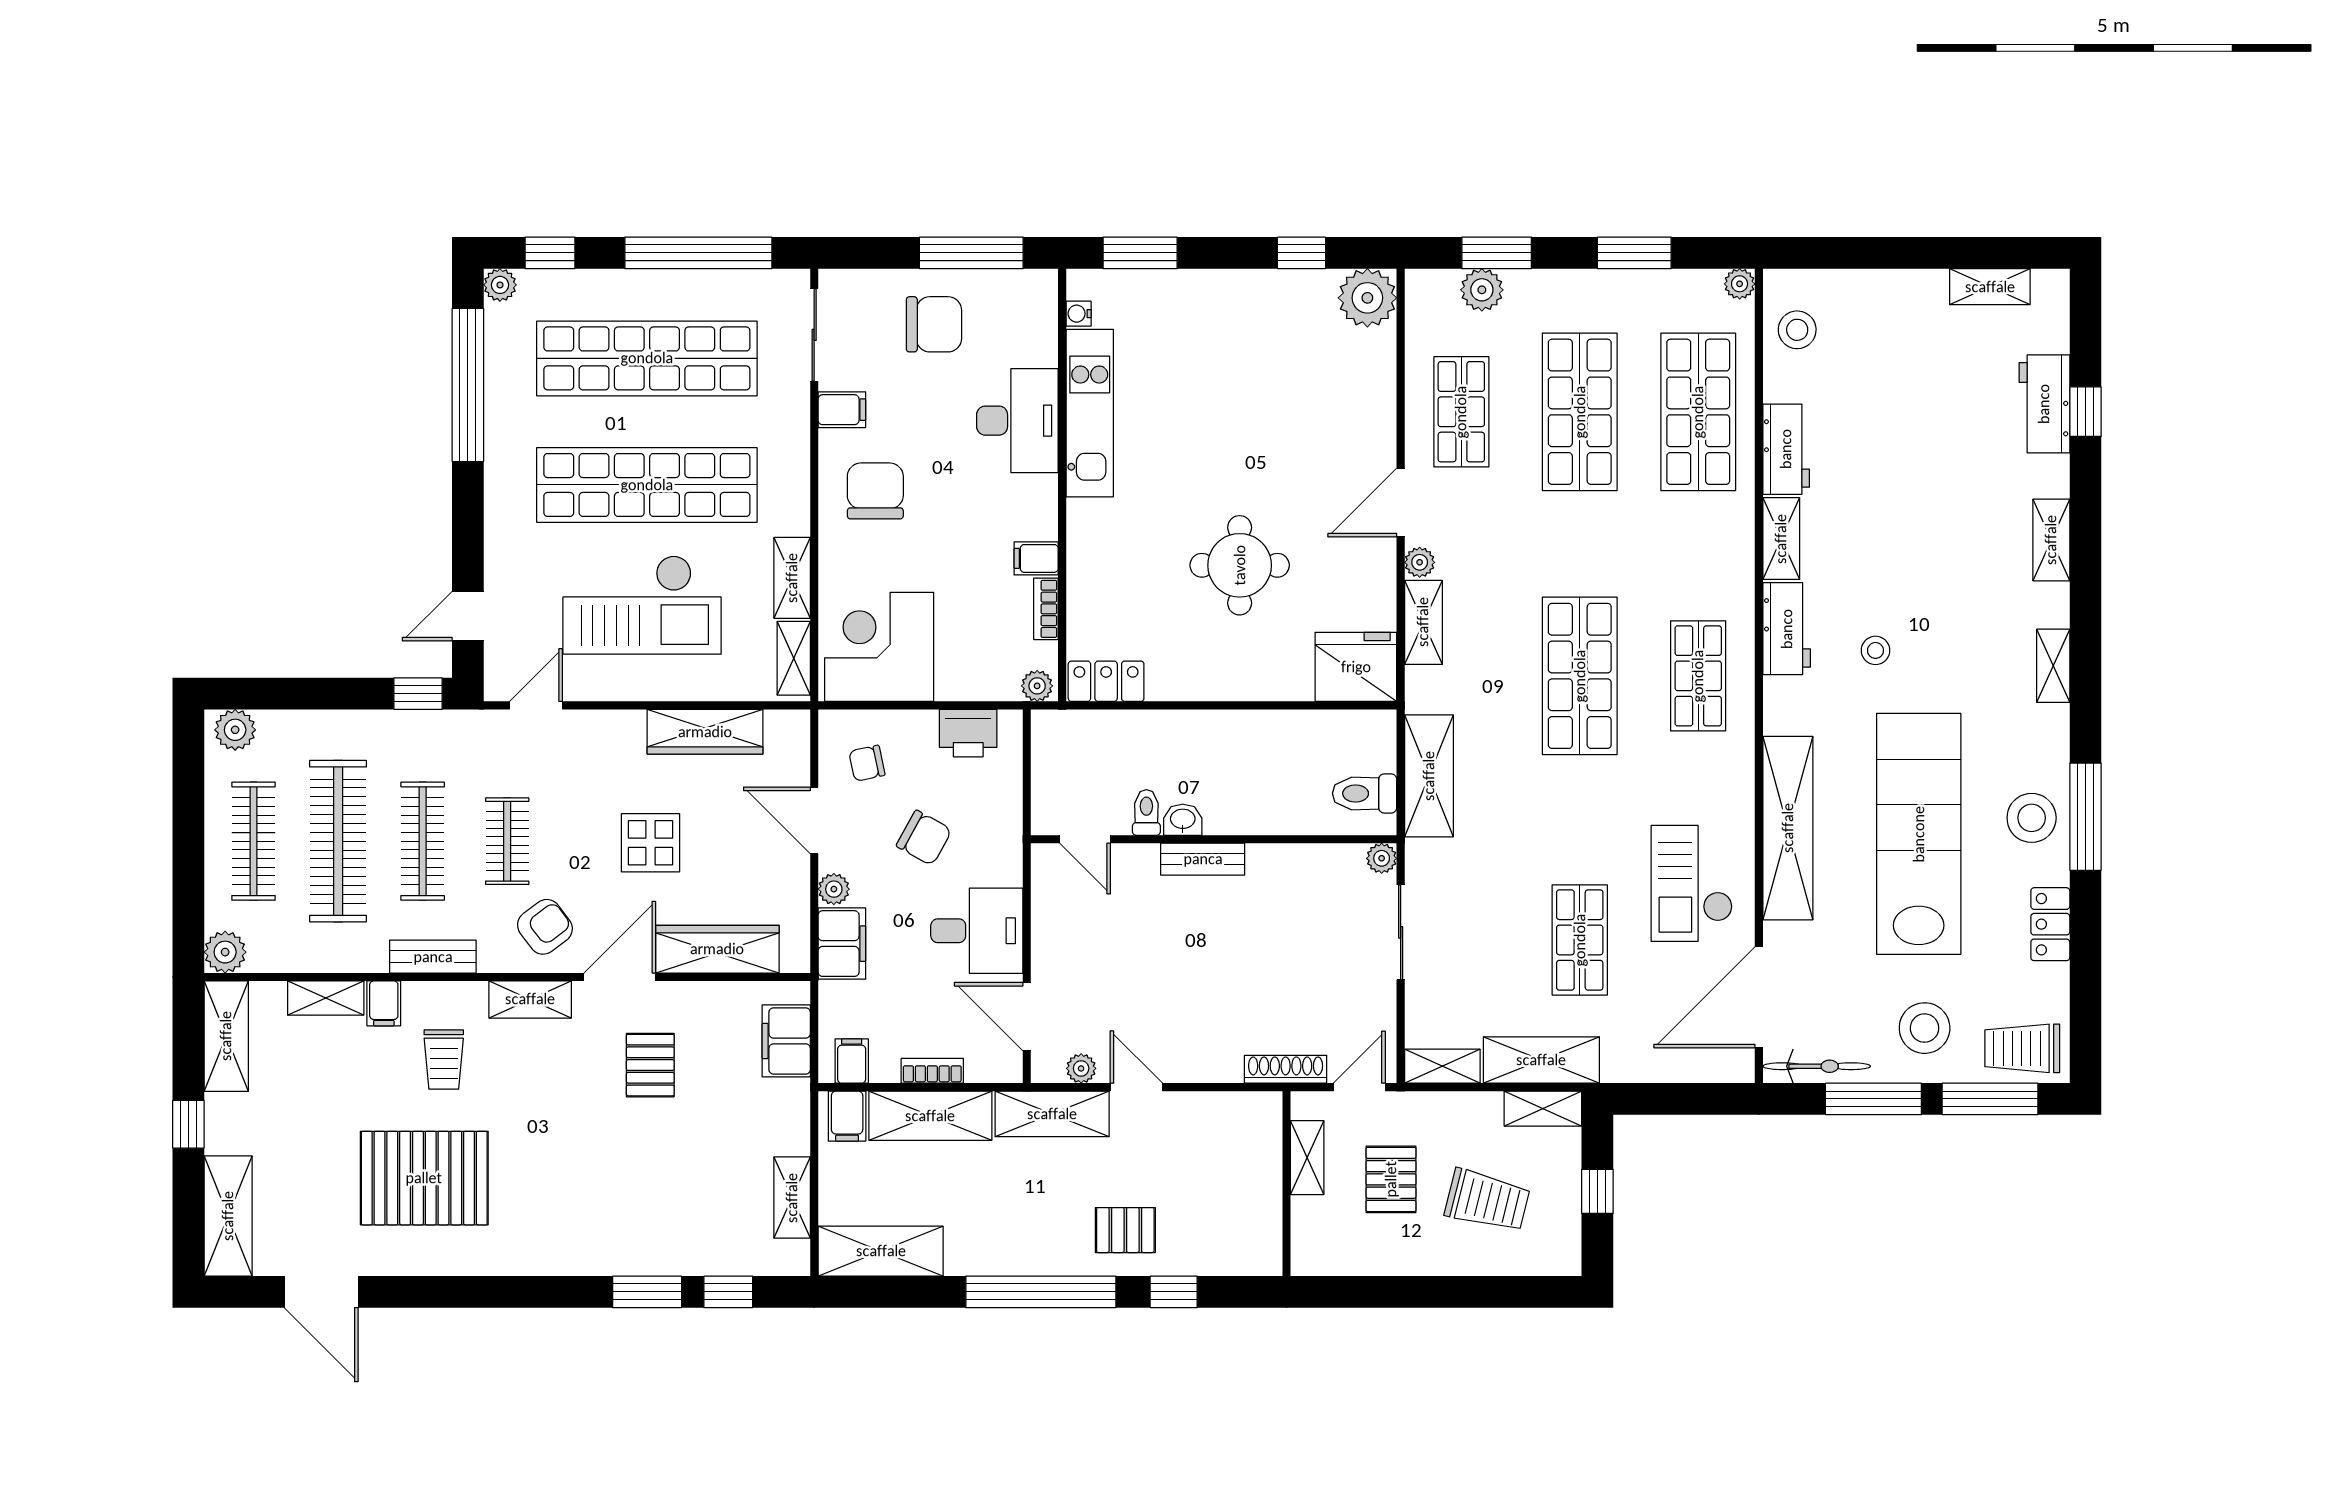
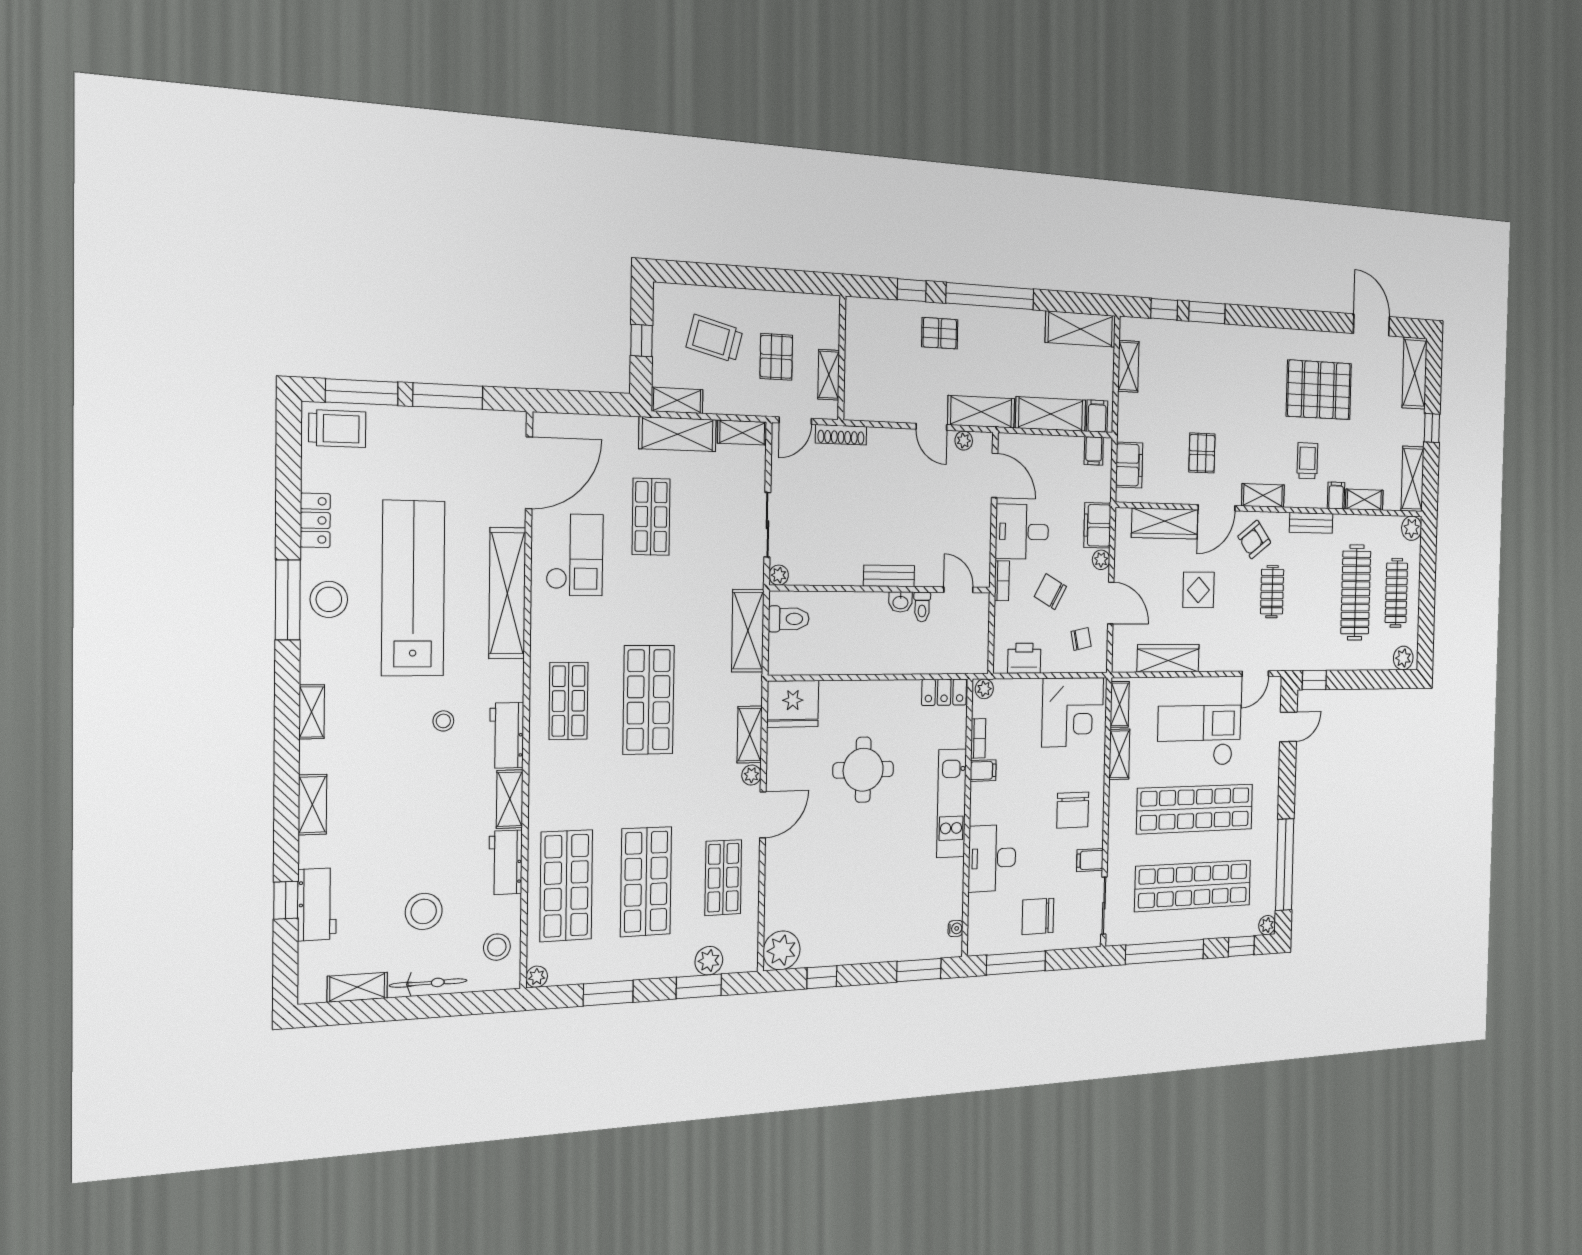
kitchen unit: (1090, 413) -> (952, 803), moved
lab bench: (1919, 834) -> (413, 588), turned 180
clothes rail: (423, 841) -> (1314, 592), removed
stool: (1925, 1028) -> (424, 911), moved
bicycle: (1817, 1066) -> (428, 983), moved, turned 180
bookcase: (932, 1071) -> (1002, 581), moved, turned -90

